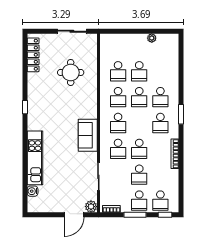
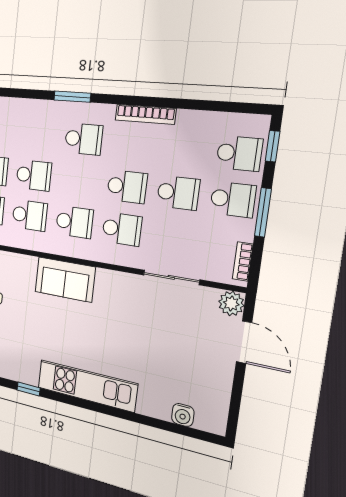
school desk: (160, 97) -> (38, 135), removed
sofa: (88, 135) -> (65, 279), moved
kitchen unit: (35, 158) -> (87, 386), moved

